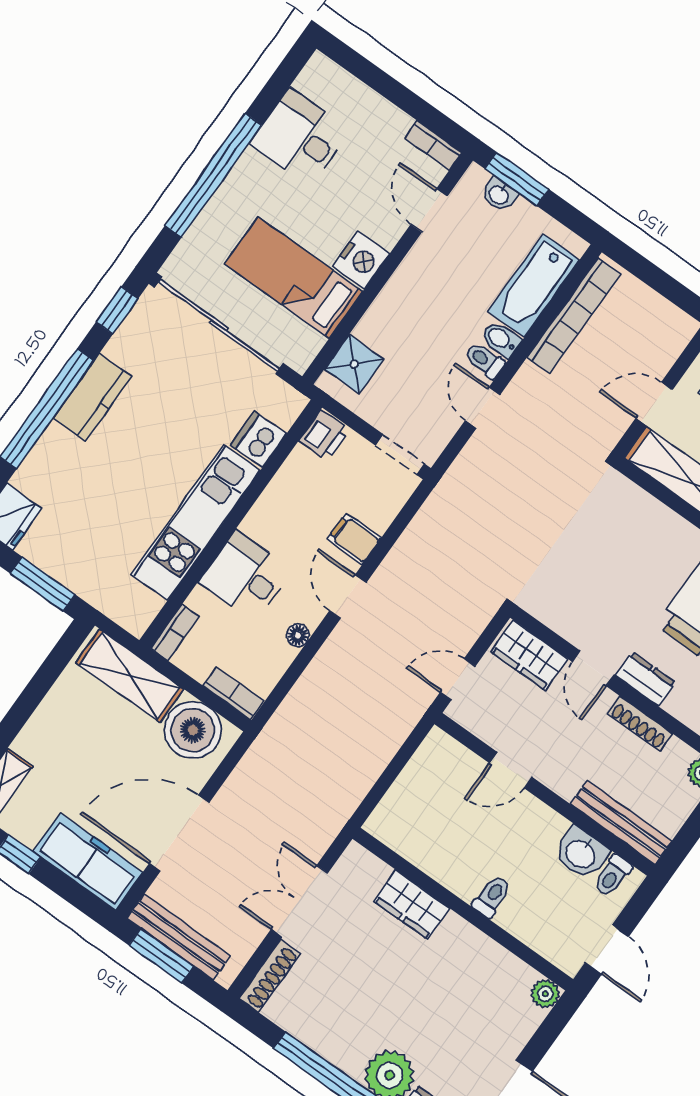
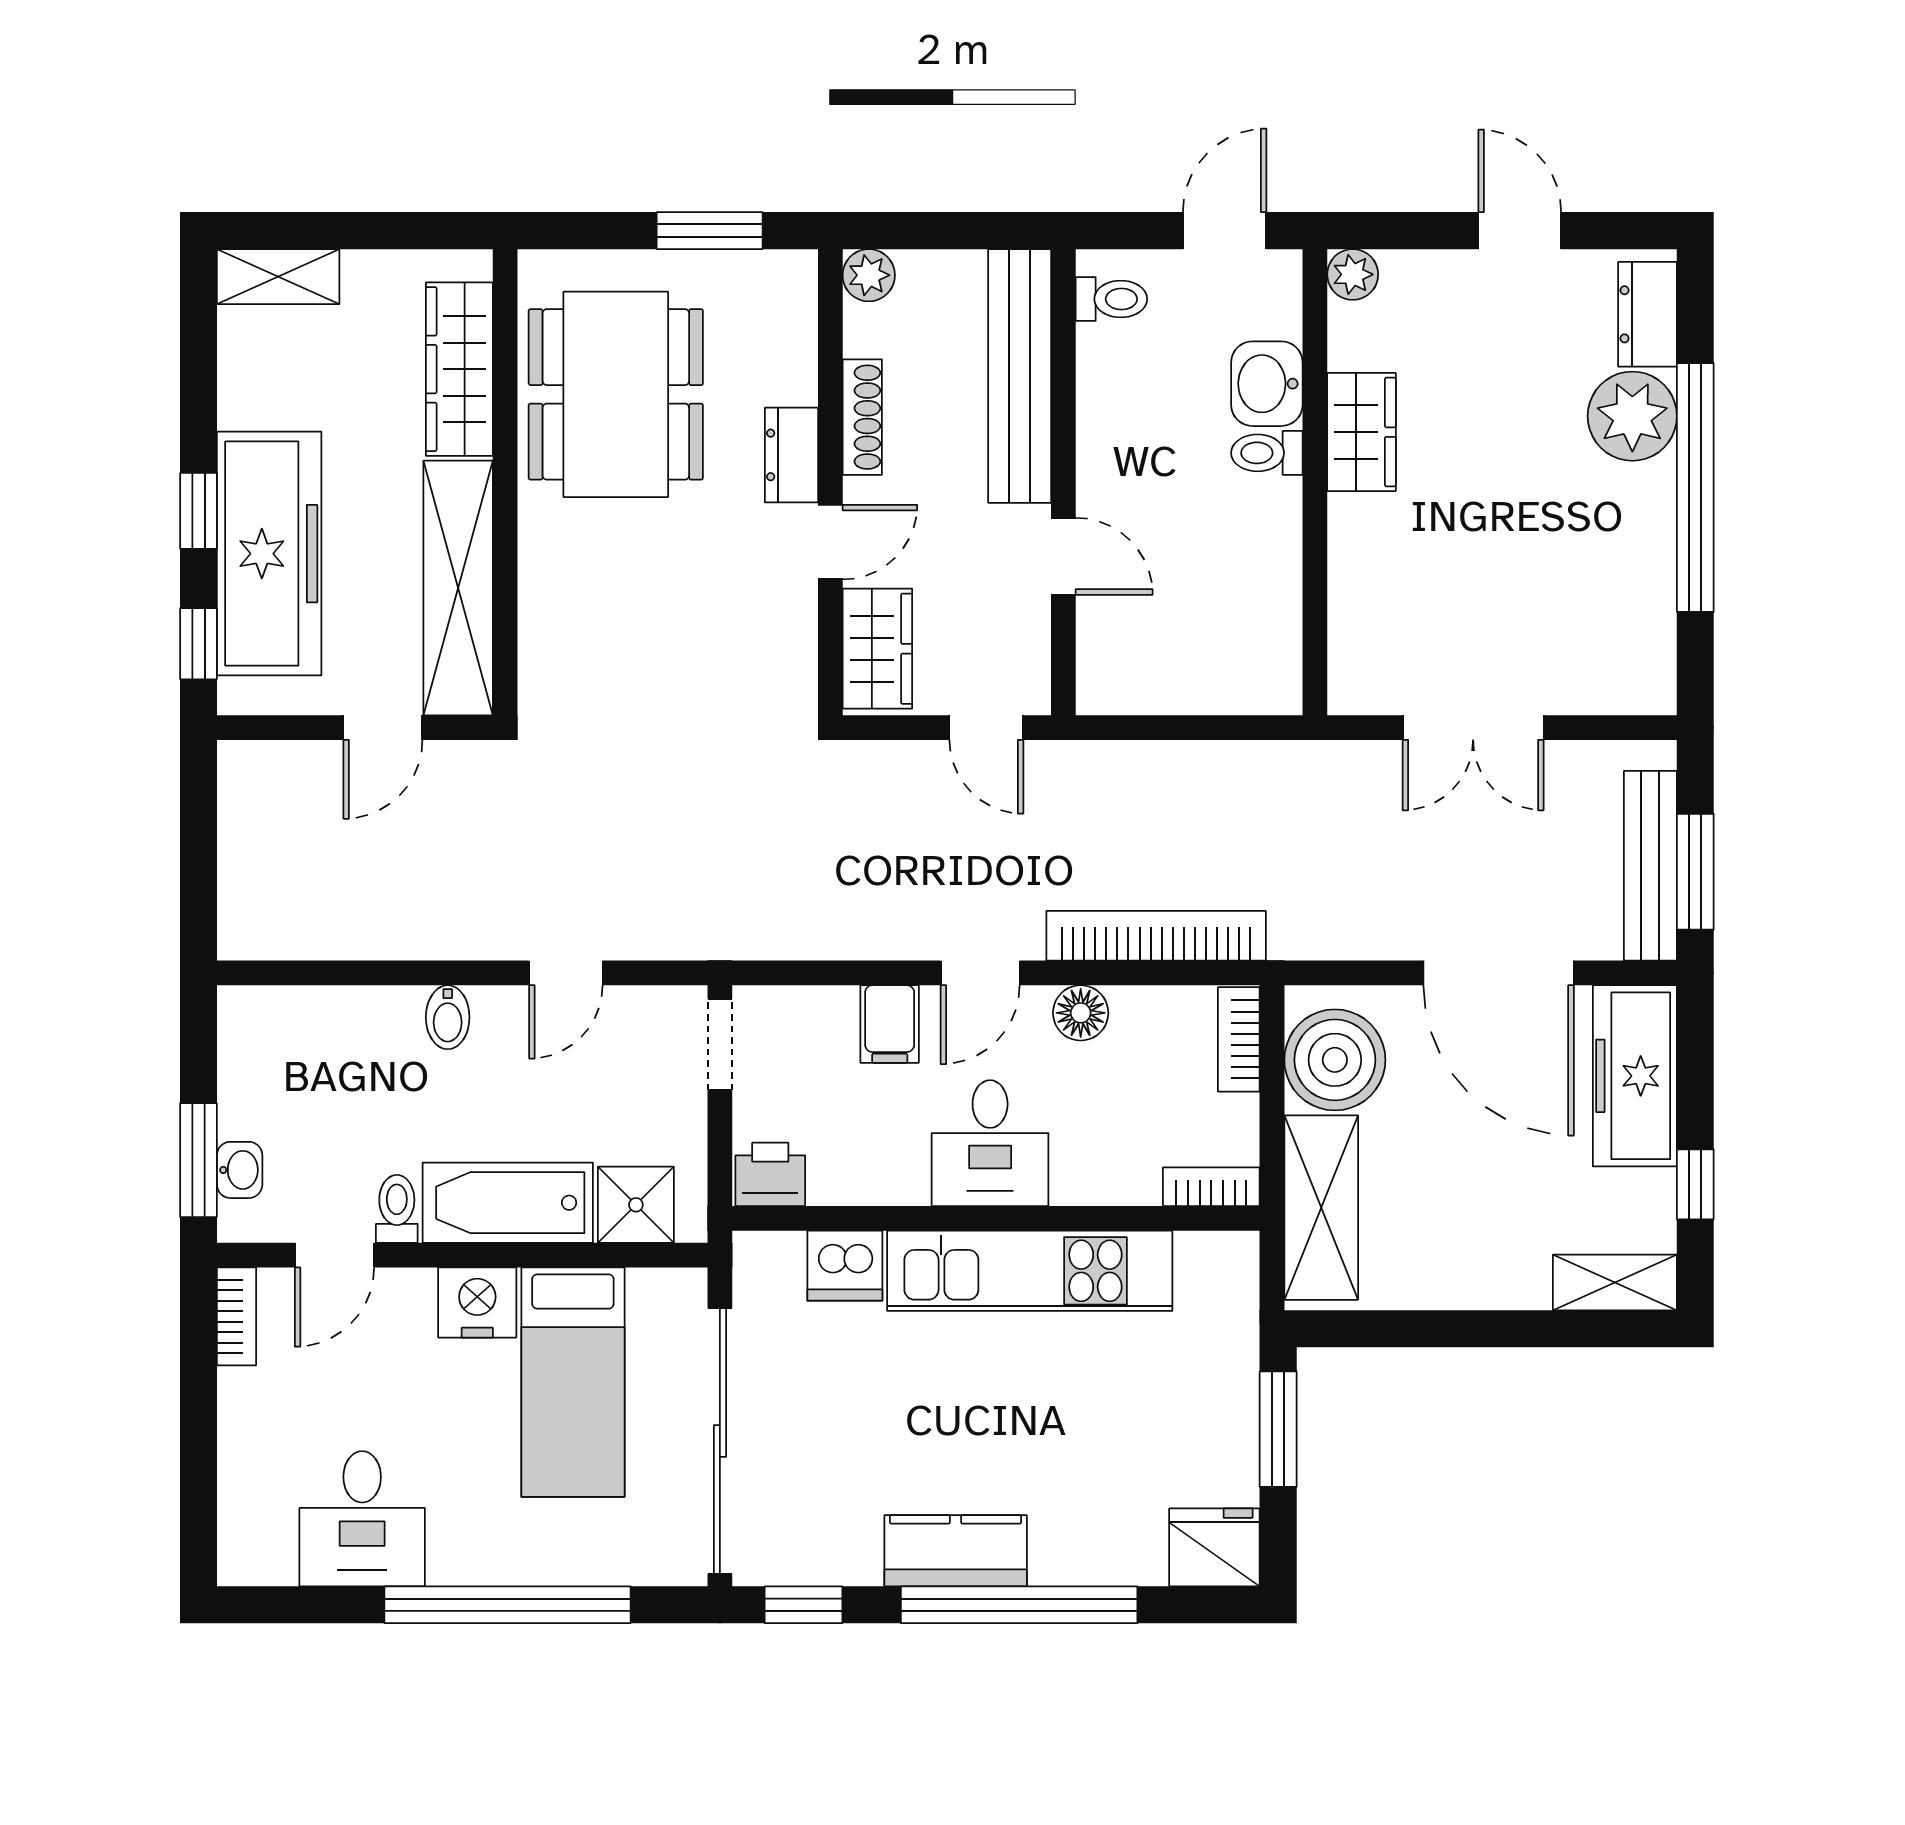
bathtub: (534, 286) -> (508, 1203), moved, turned 180
bookcase: (574, 316) -> (1156, 936), moved
toilet: (485, 360) -> (397, 1209), moved, turned 180
door: (654, 404) -> (383, 728), hinge flipped
desk: (245, 576) -> (990, 1143), moved
floor lamp: (298, 635) -> (1081, 1013), width x1.37, depth x1.37
bench: (621, 822) -> (1020, 376), width x1.37, depth x1.21
washbasin: (581, 853) -> (1267, 384), moved, turned 180
wardrobe: (412, 905) -> (1362, 432), moved
shoe rack: (270, 976) -> (1612, 693), removed

